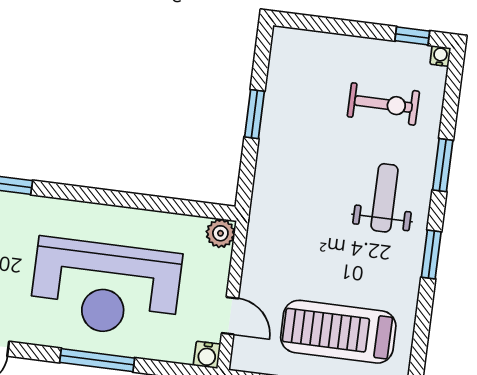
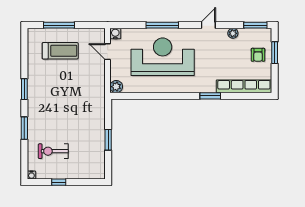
window: (412, 36) -> (59, 182), moved
weight bench: (385, 198) -> (48, 111), removed
treadmill: (338, 332) -> (60, 51), width x0.73, depth x0.73

